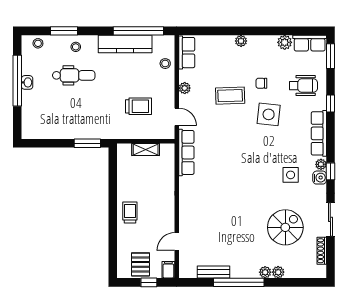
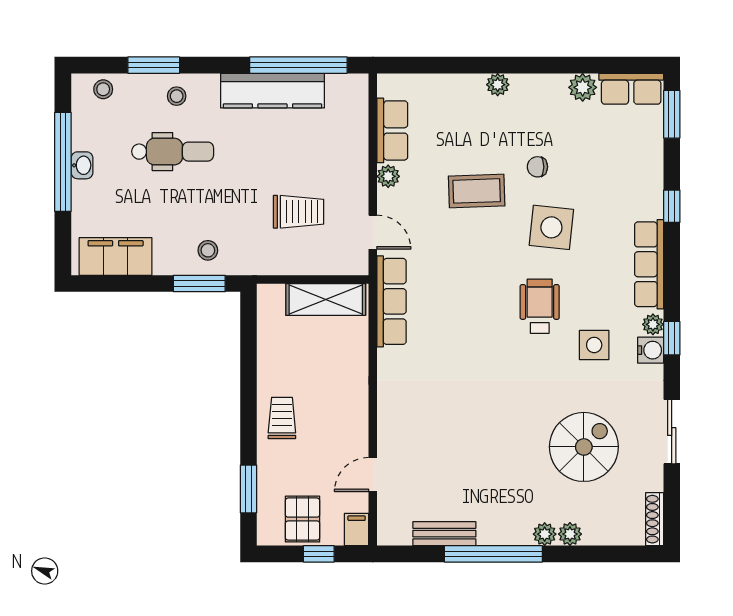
row of seats: (187, 53) -> (392, 130), moved
stool: (165, 64) -> (208, 250), moved
wheelchair: (303, 86) -> (540, 306), moved, turned -90
filing cabinet: (44, 129) -> (116, 256), added
shelving: (146, 149) -> (326, 299), width x1.50, depth x1.33
window: (113, 249) -> (249, 489), added
shoe rack: (322, 251) -> (655, 519), moved

